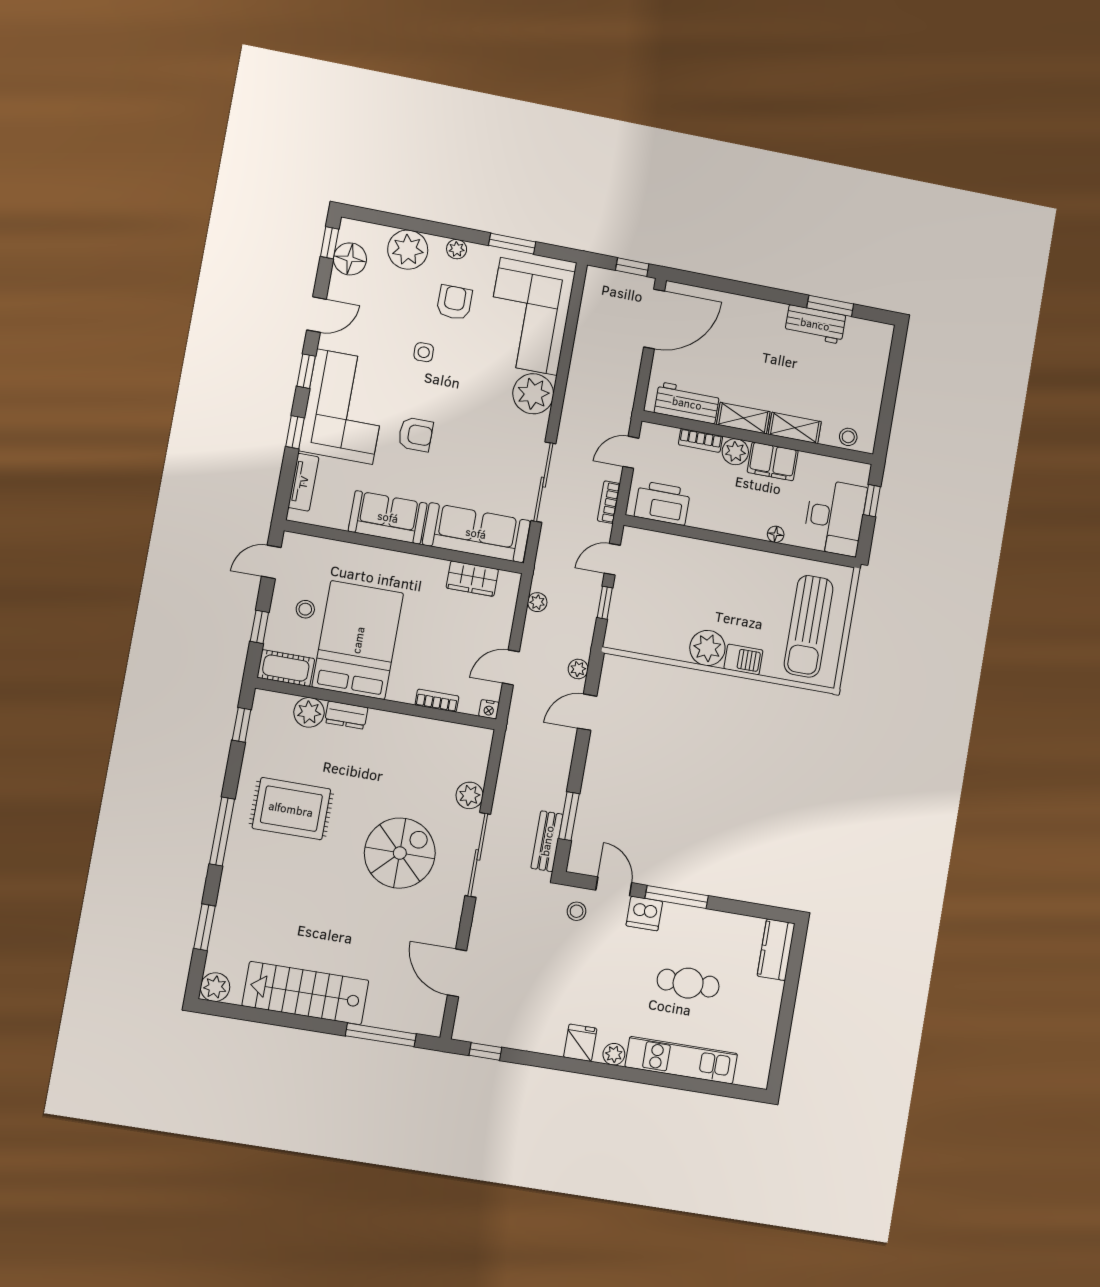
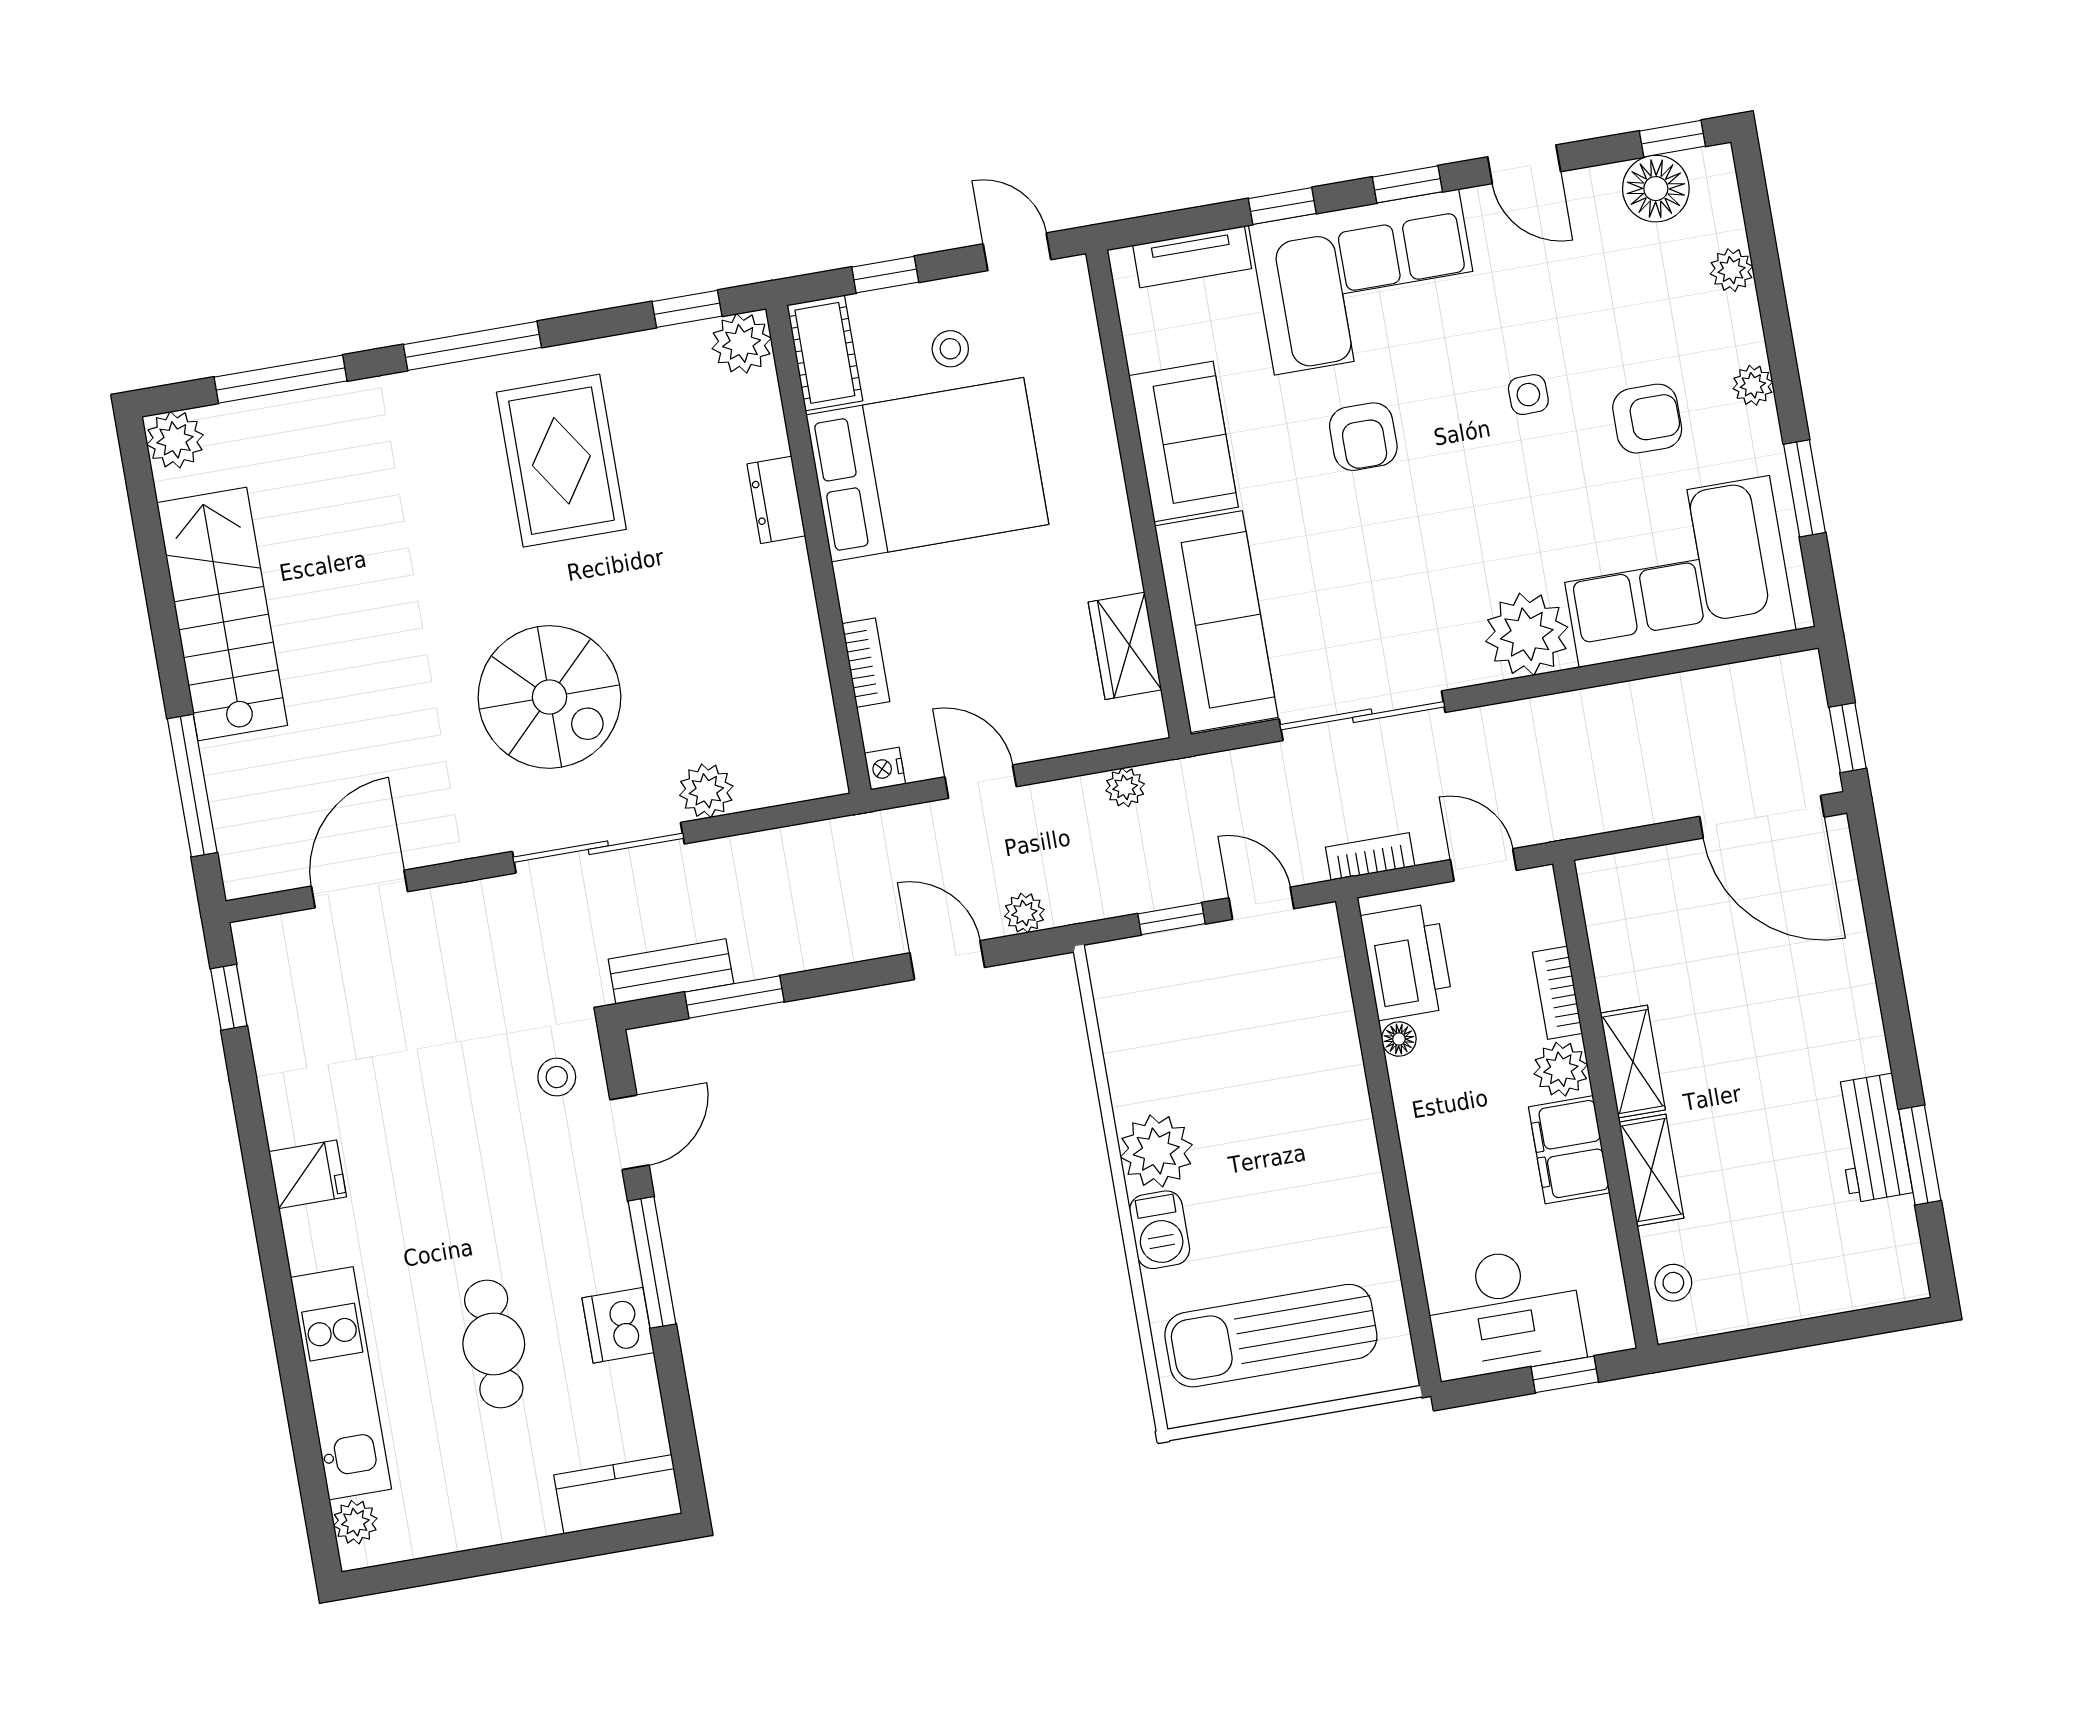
plant: (408, 250) -> (1731, 270), width x0.53, depth x0.53
workbench: (687, 403) -> (1621, 940), removed
floor lamp: (776, 534) -> (1399, 1039), moved
plant: (309, 712) -> (742, 343), moved
dishwasher: (644, 913) -> (618, 1325), moved
window: (205, 927) -> (281, 379), width x1.44
plant: (614, 1054) -> (355, 1522), moved

